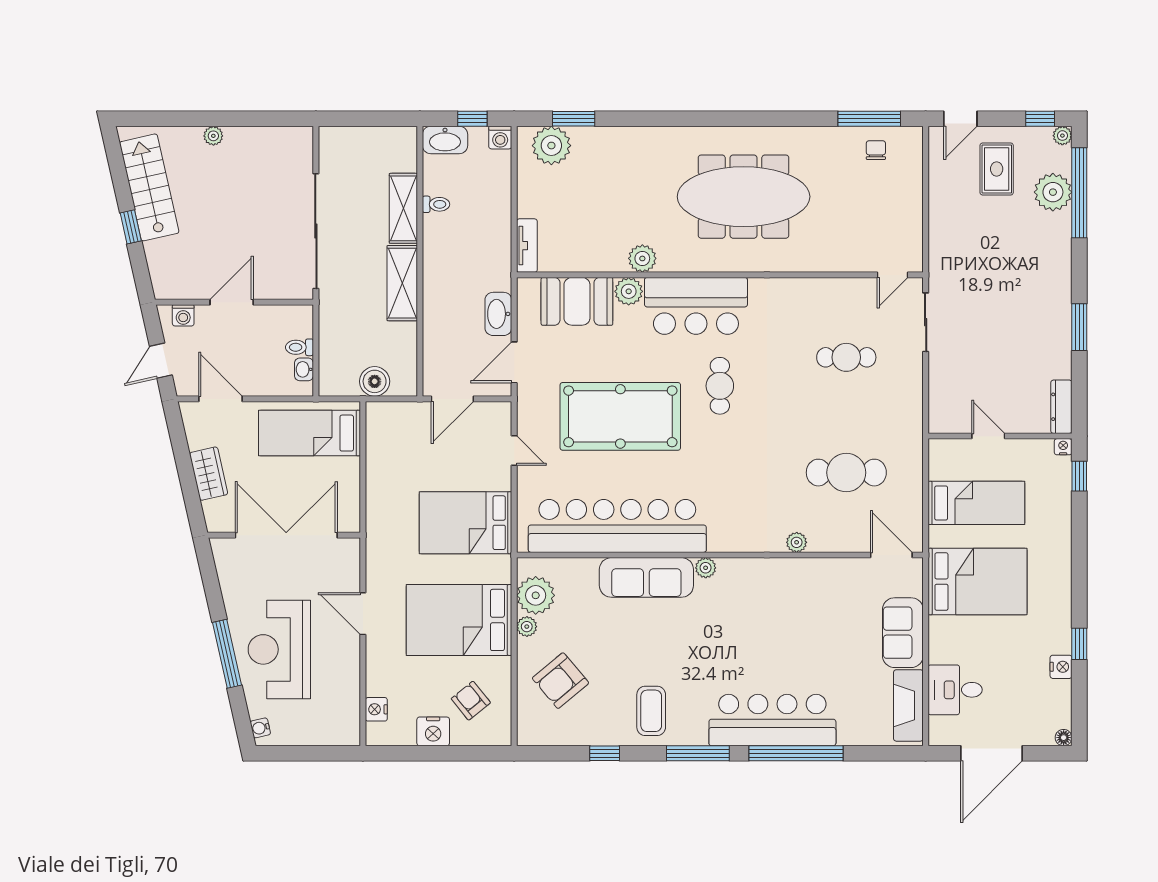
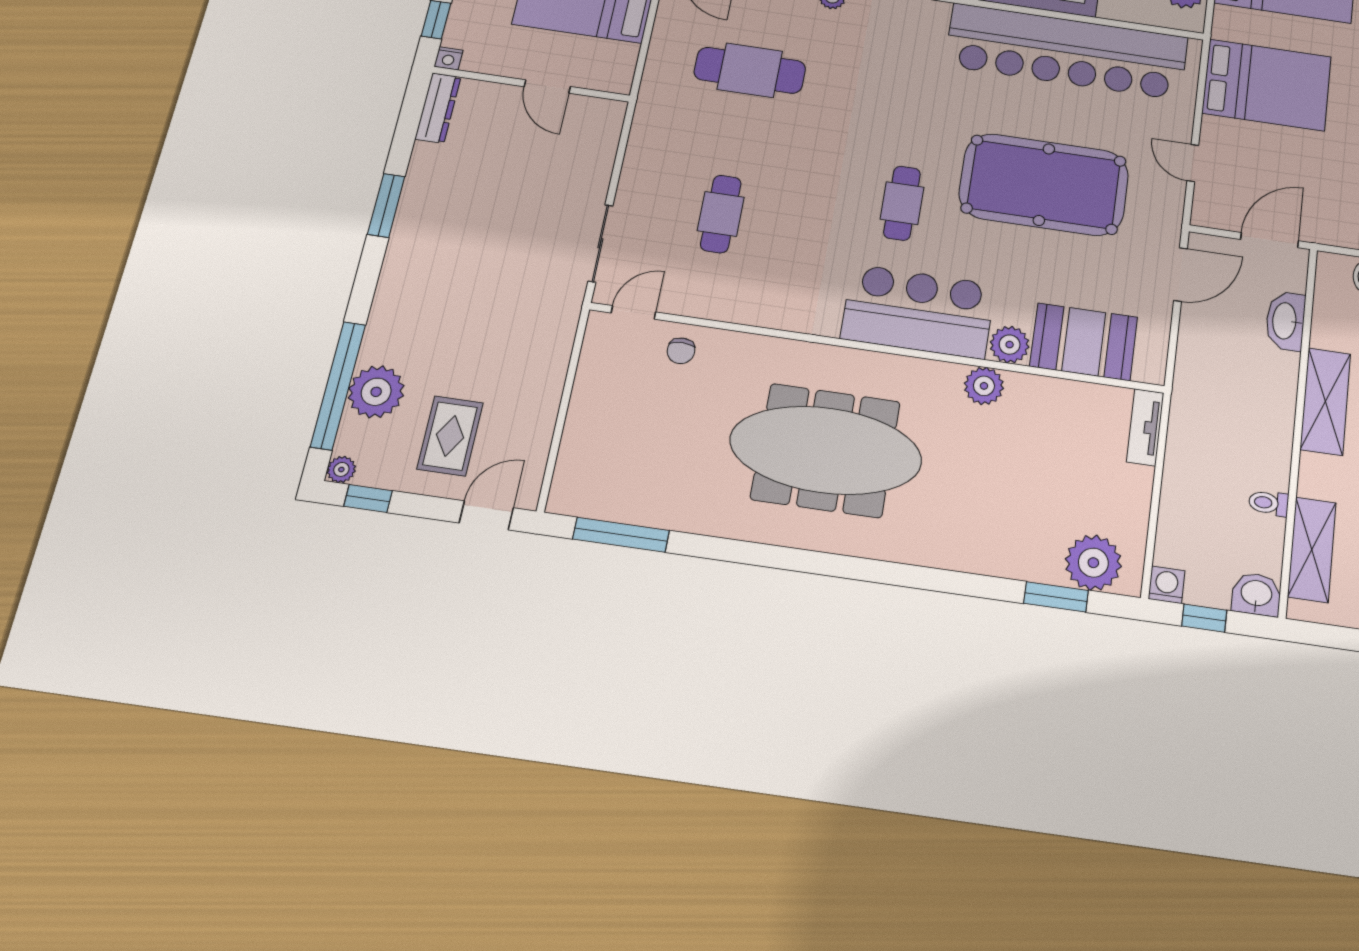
washbasin: (445, 140) -> (1256, 594), width x0.72
chair: (876, 150) -> (681, 351), moved
shelving: (403, 208) -> (1312, 550), moved
washbasin: (498, 314) -> (1285, 321), moved, turned 180
cafe table: (846, 357) -> (721, 214), turned 90

